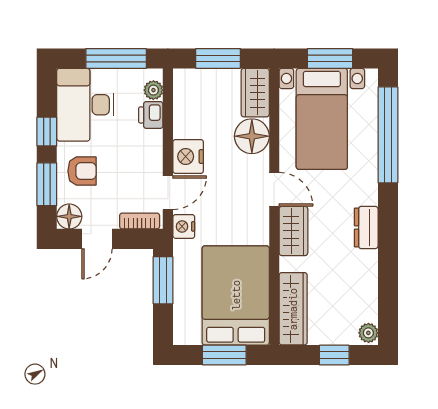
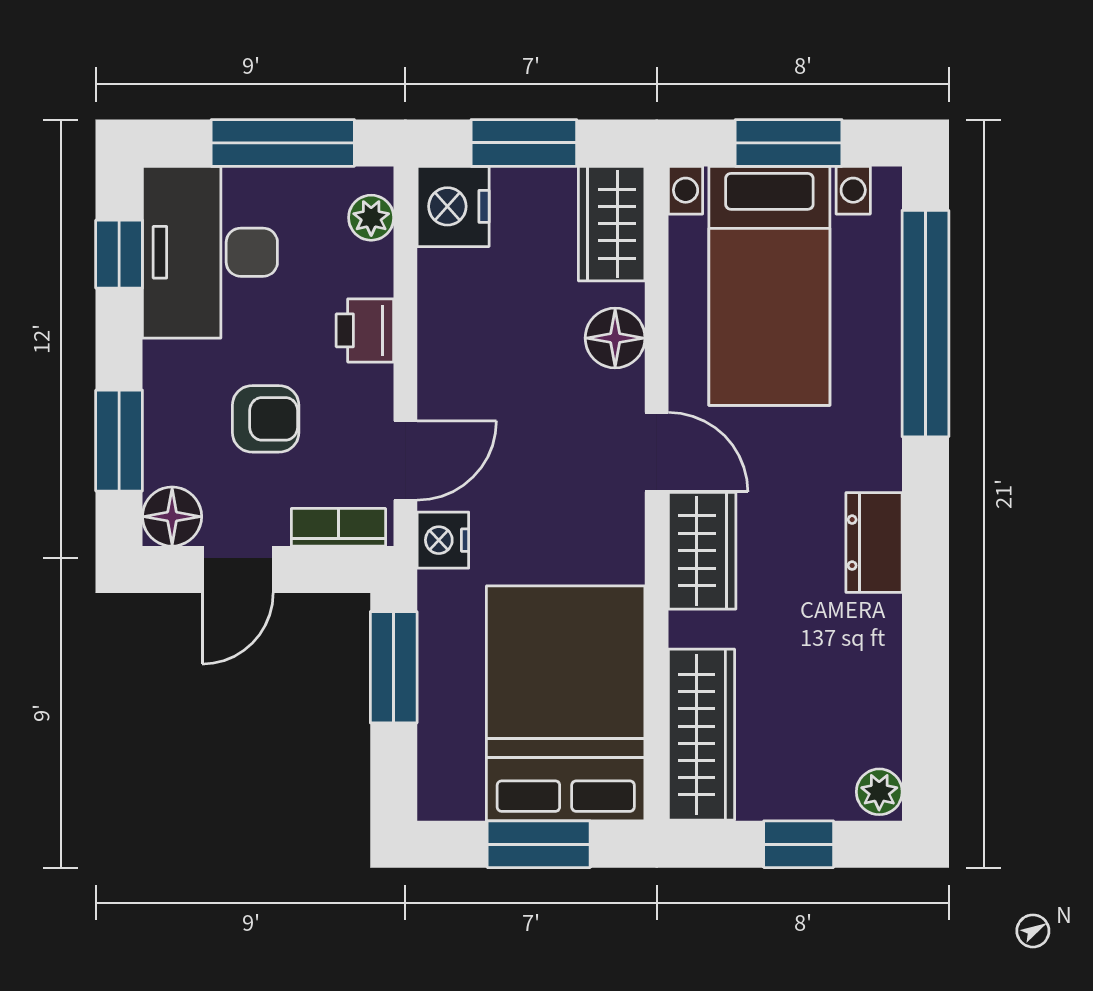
printer: (151, 115) -> (365, 330), moved
window: (47, 132) -> (119, 254), moved
floor lamp: (252, 136) -> (615, 338), width x0.73, depth x0.73
nightstand: (188, 156) -> (453, 206), moved
armchair: (82, 171) -> (266, 419), moved

